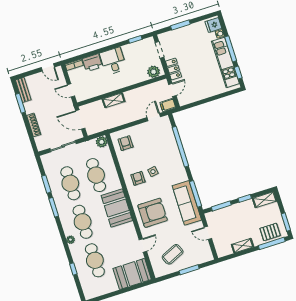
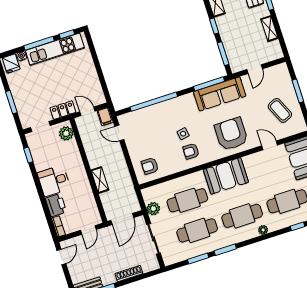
plant: (102, 142) -> (153, 209), moved

